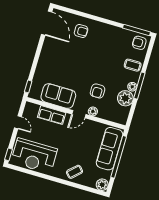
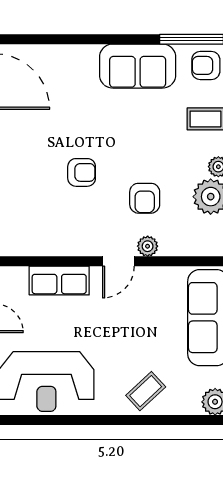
armchair: (81, 31) -> (82, 172), moved
sofa: (58, 96) -> (138, 66), moved, turned 180

